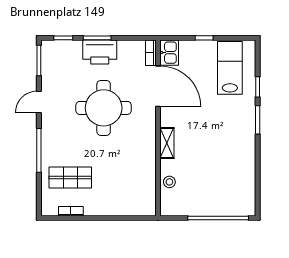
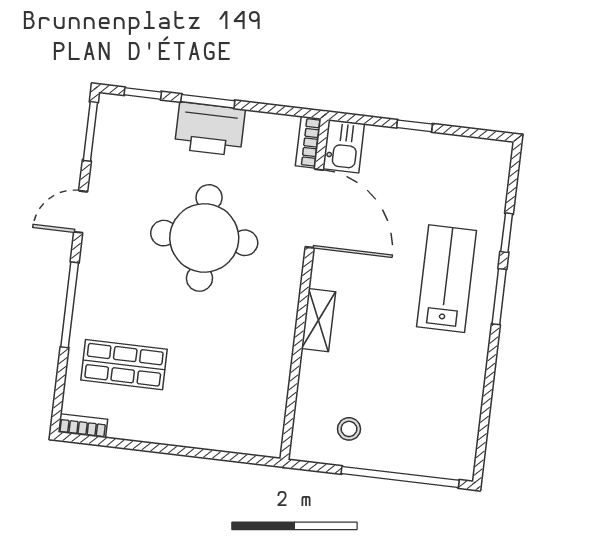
lab bench: (230, 68) -> (447, 279), moved
stool: (169, 182) -> (349, 429), moved
bookcase: (71, 211) -> (83, 426), moved

